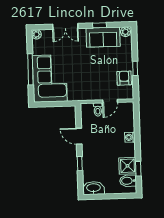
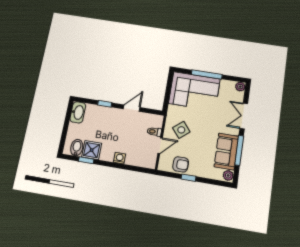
window: (100, 25) -> (239, 150), width x2.17
side table: (91, 84) -> (181, 130), added
door: (110, 101) -> (160, 146), swing flipped

